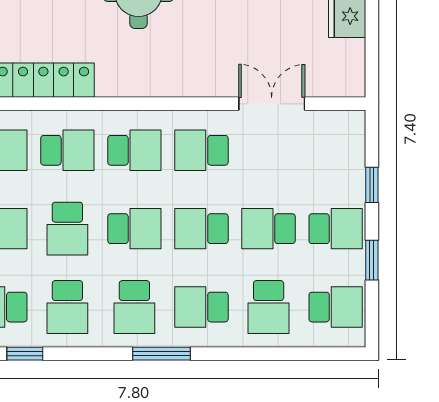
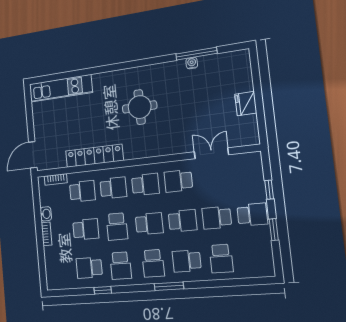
school desk: (201, 229) -> (182, 221), turned 180
school desk: (336, 307) -> (257, 256), removed

